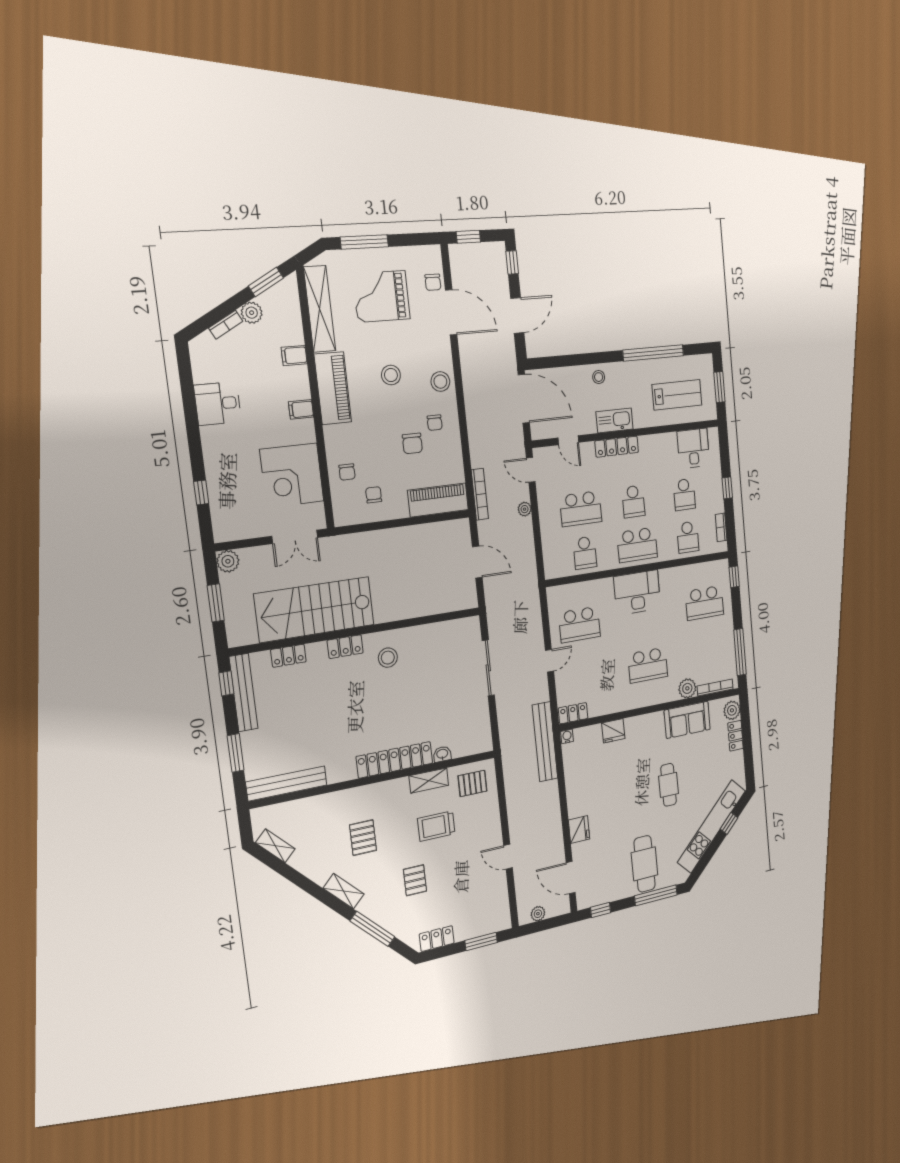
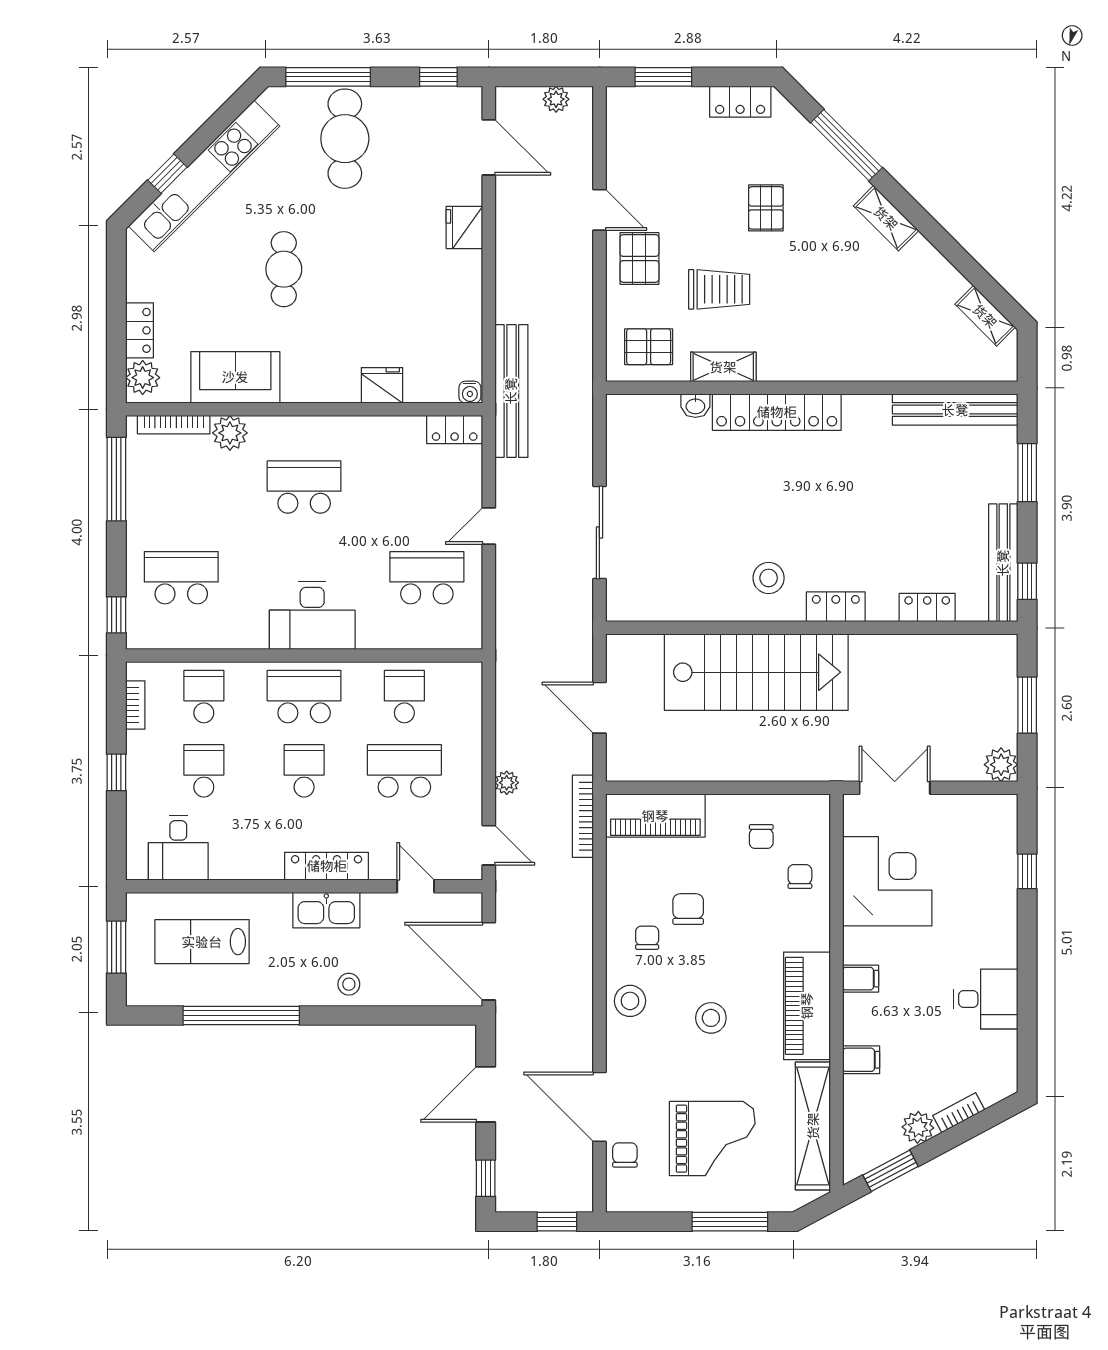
stairs: (315, 609) -> (756, 672), moved
pallet: (363, 838) -> (639, 258), moved

